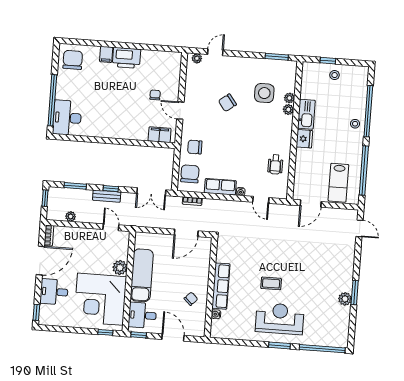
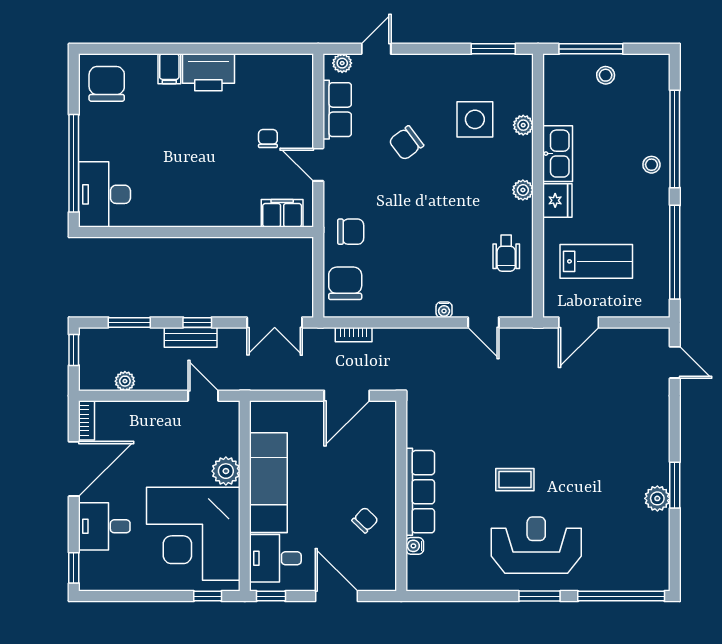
window: (328, 61) -> (591, 49), width x2.17
plant: (288, 110) -> (523, 190), moved
chair: (195, 147) -> (351, 232), turned 180
lab bench: (338, 183) -> (596, 261), moved, turned -90
row of seats: (220, 187) -> (337, 110), moved, turned 90

